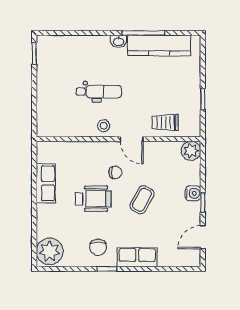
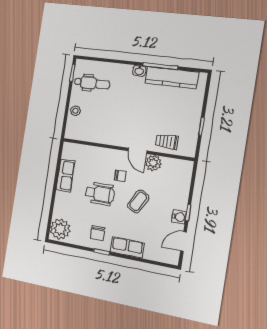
dental chair: (99, 92) -> (92, 83), moved
stool: (104, 126) -> (75, 111), moved
plant: (191, 151) -> (153, 163), moved
water cooler: (193, 193) -> (179, 217), moved

